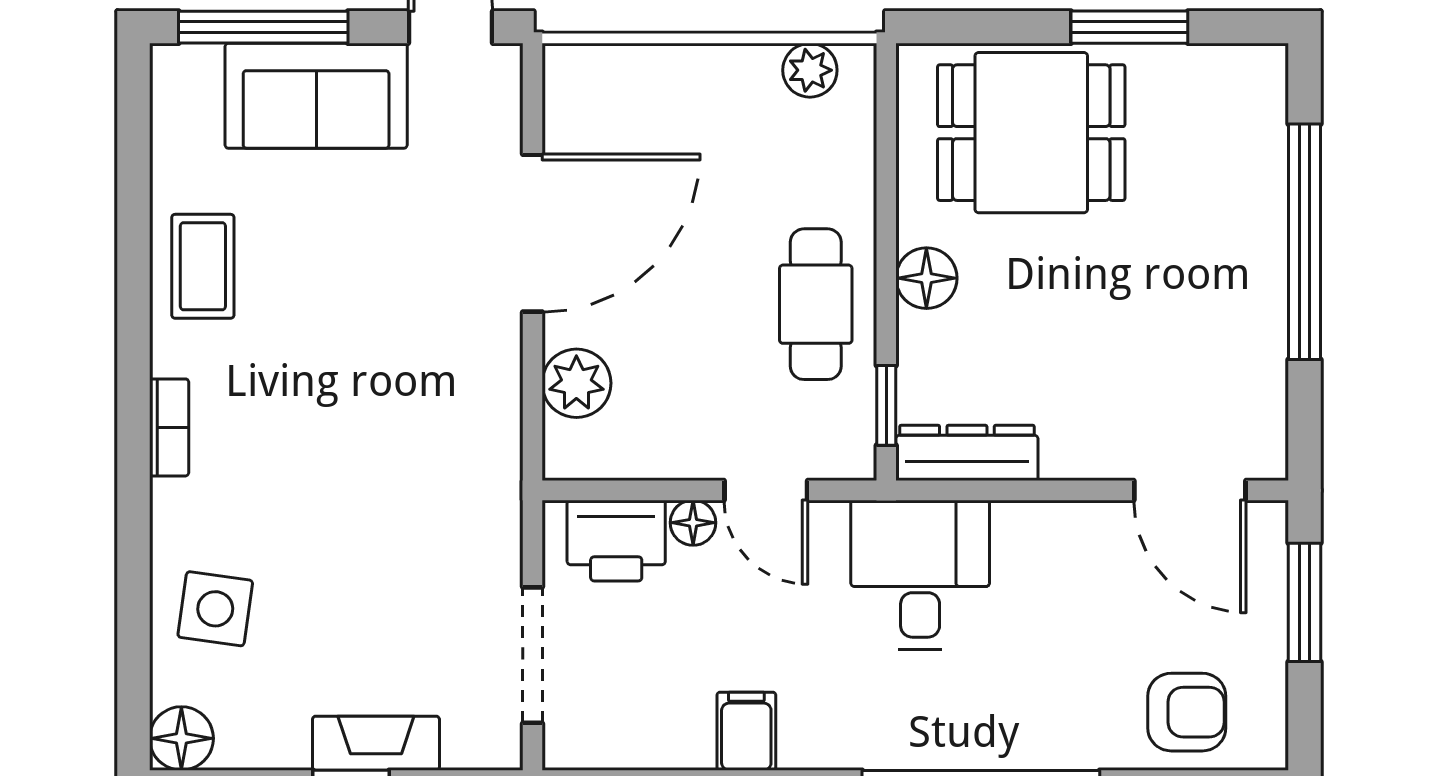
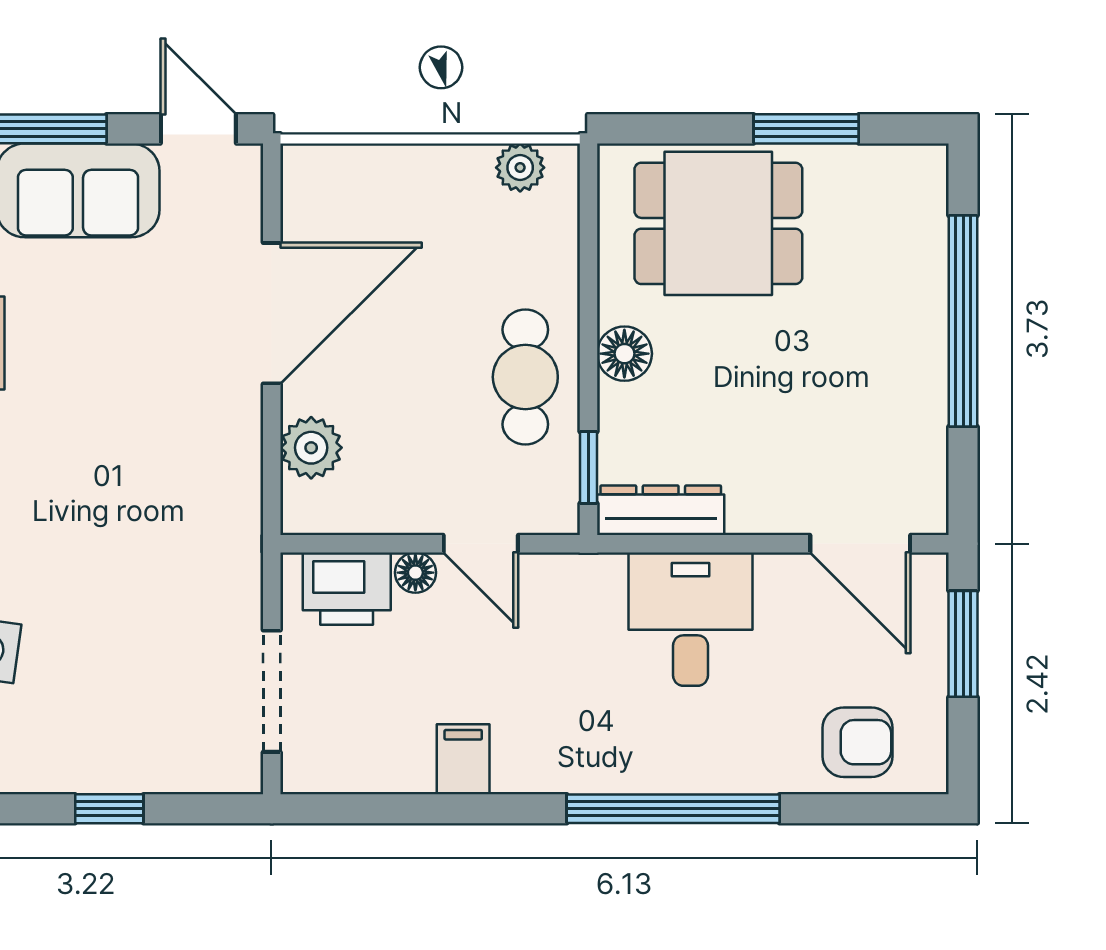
desk: (920, 575) -> (690, 619), moved
fireplace: (376, 743) -> (132, 770), removed

